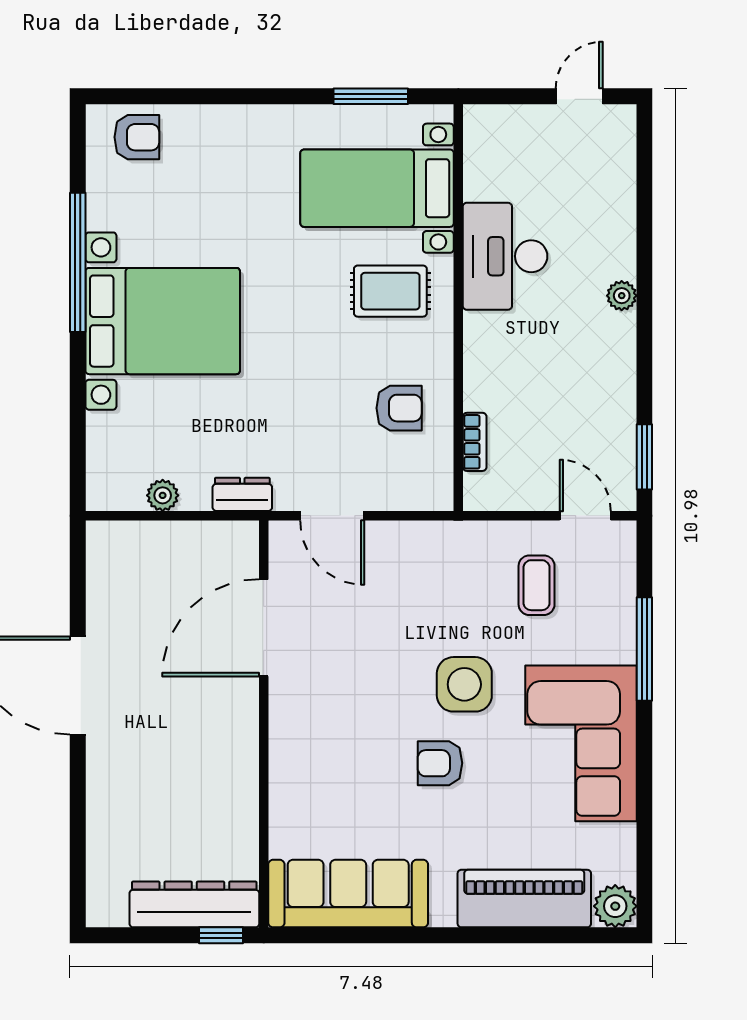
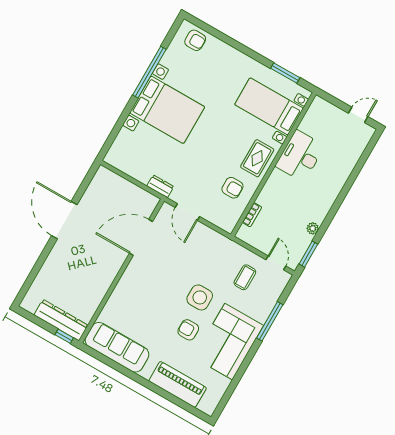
rug: (390, 291) -> (257, 158), moved, turned 90
plant: (622, 296) -> (313, 228), moved
plant: (163, 495) -> (132, 171), removed
armchair: (440, 763) -> (188, 330), moved
plant: (615, 906) -> (208, 405), removed

